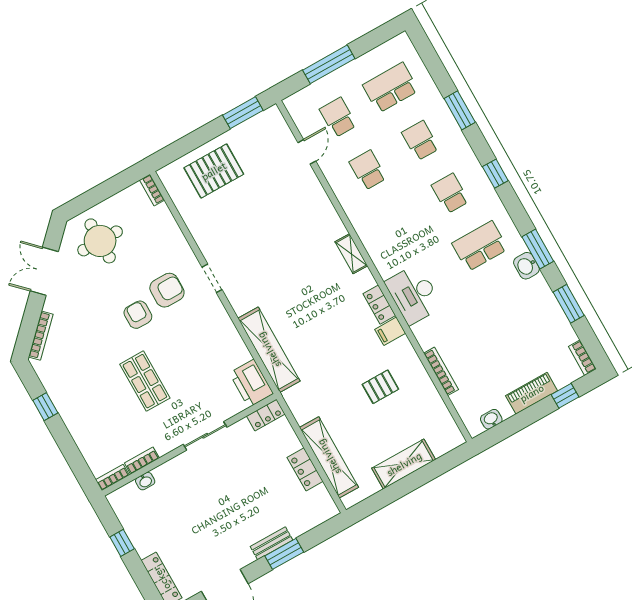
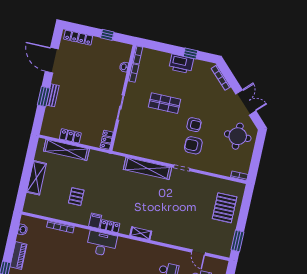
armchair: (167, 290) -> (193, 145), turned 90
shelving: (269, 350) -> (147, 168), moved
printer: (251, 383) -> (181, 64), moved, turned 180

